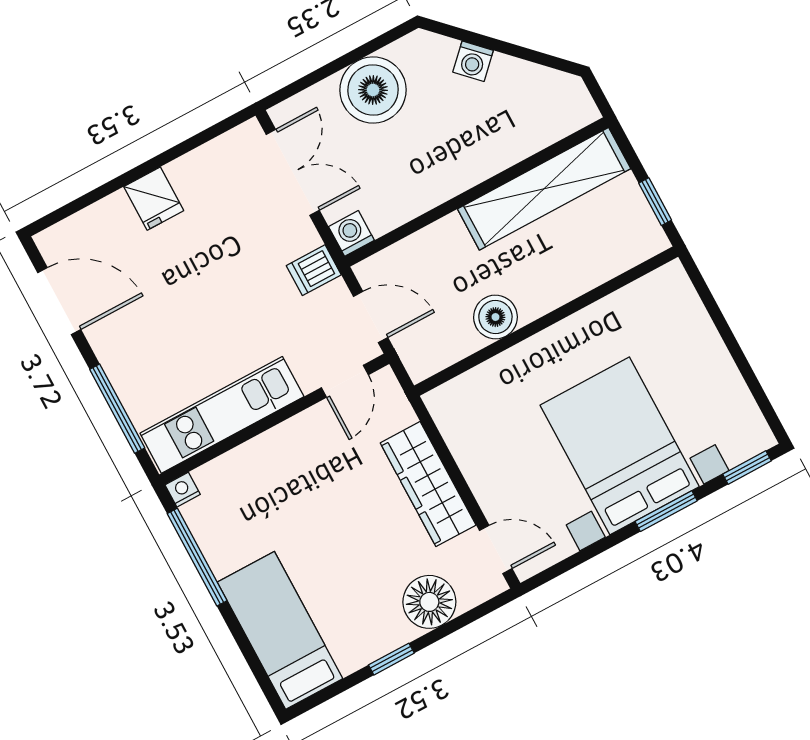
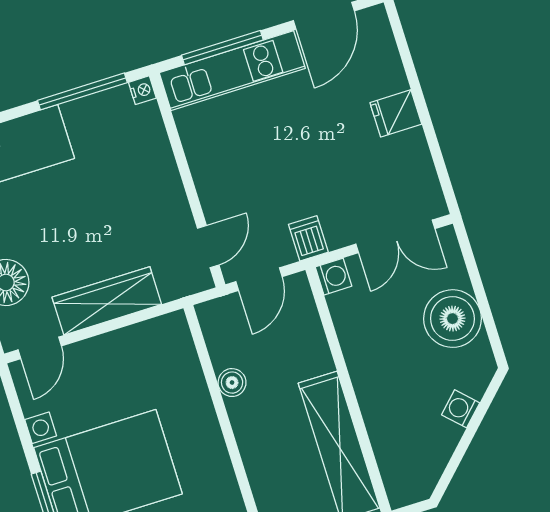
boiler: (495, 317) -> (232, 383), width x0.73, depth x0.73
door: (345, 381) -> (208, 247), swing flipped
kitchen unit: (222, 415) -> (232, 71), moved, turned 90

